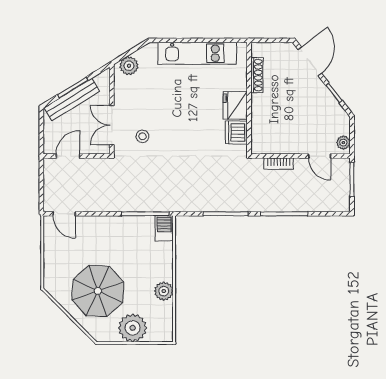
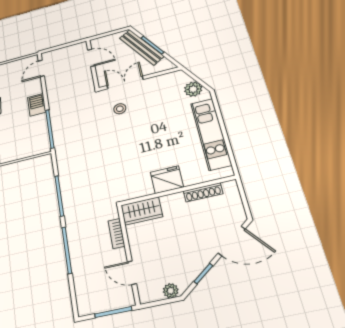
plant: (129, 66) -> (193, 89), moved
dishwasher: (236, 132) -> (140, 187), removed
wardrobe: (262, 136) -> (142, 211), added
plant: (343, 143) -> (171, 291), moved
door: (320, 156) -> (132, 273), hinge flipped
barbecue: (164, 228) -> (37, 105), moved, turned -90

